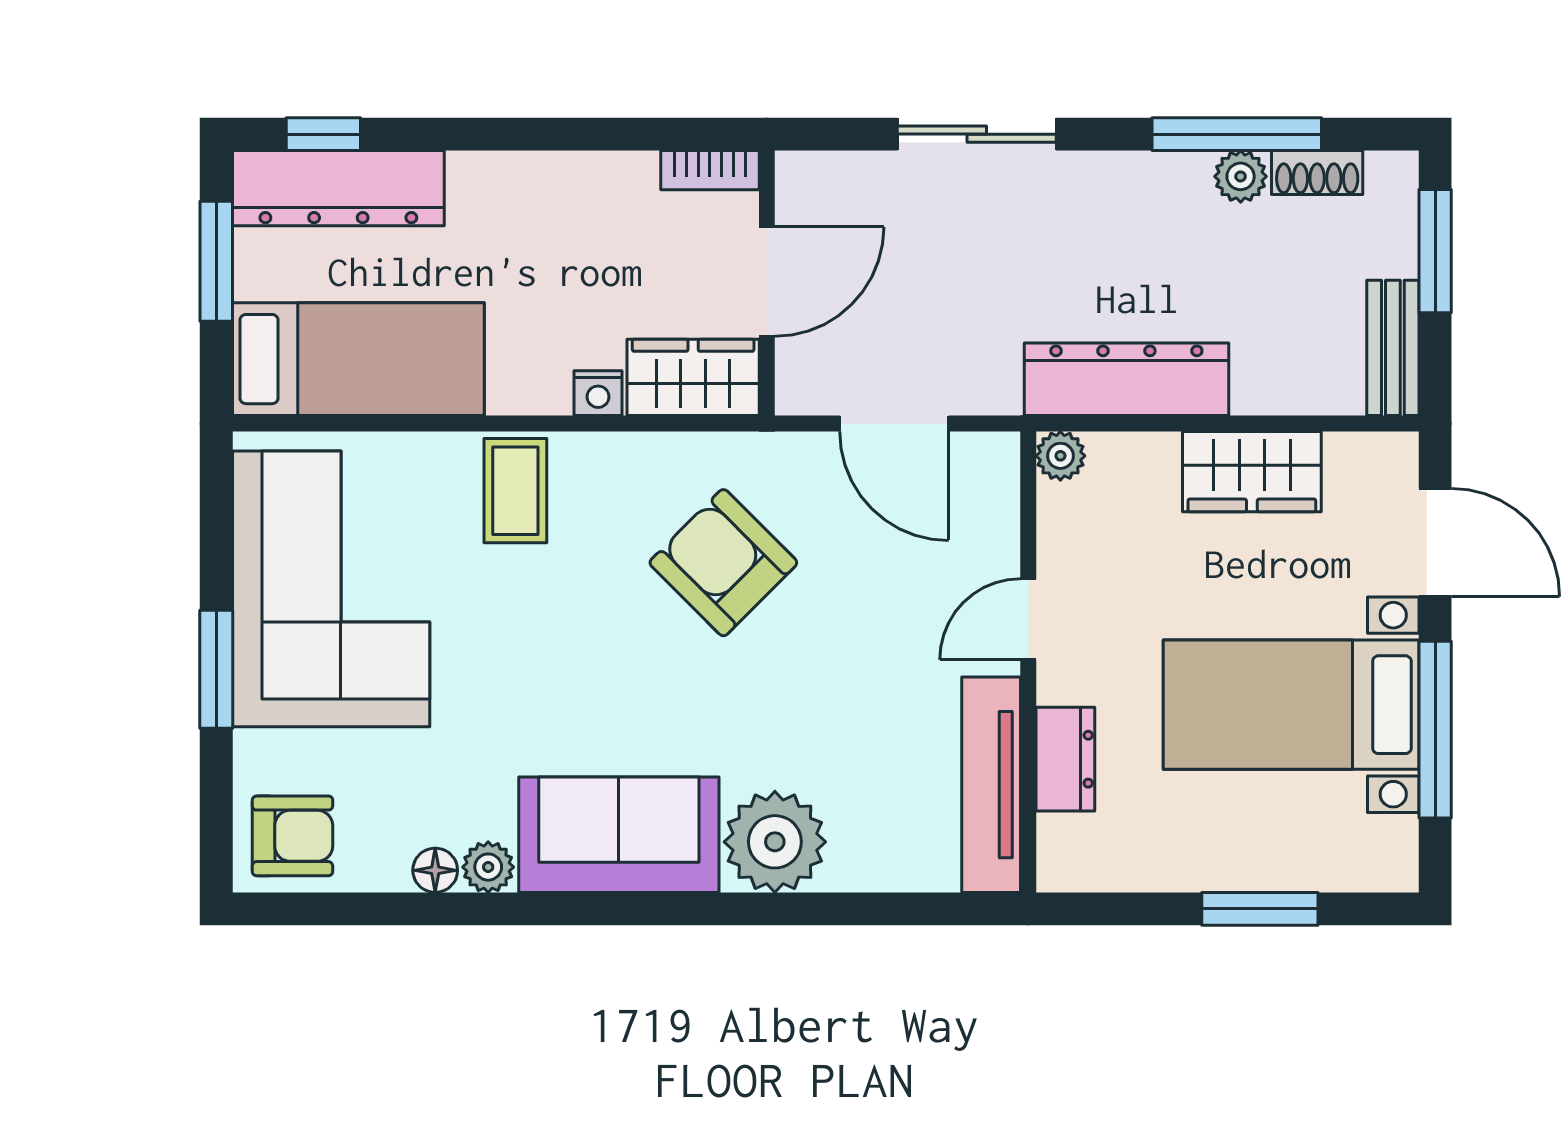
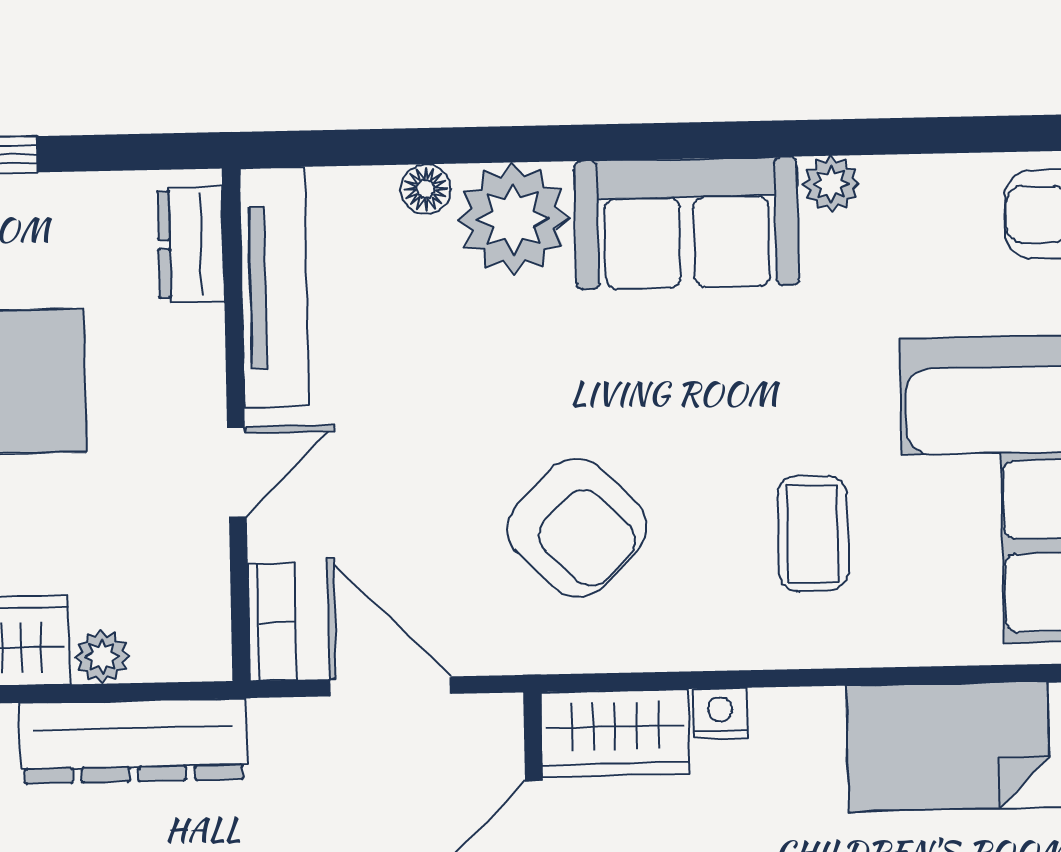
plant: (1060, 456) -> (102, 657), moved
bookcase: (999, 484) -> (272, 622), added
coffee table: (515, 491) -> (813, 533), moved
dresser: (1065, 759) -> (191, 244), moved
floor lamp: (435, 870) -> (426, 189), moved

